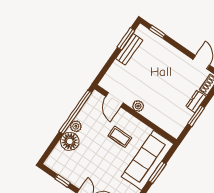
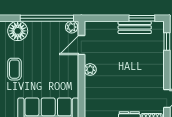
plant: (76, 126) -> (72, 27), moved
coffee table: (120, 137) -> (14, 69), moved

